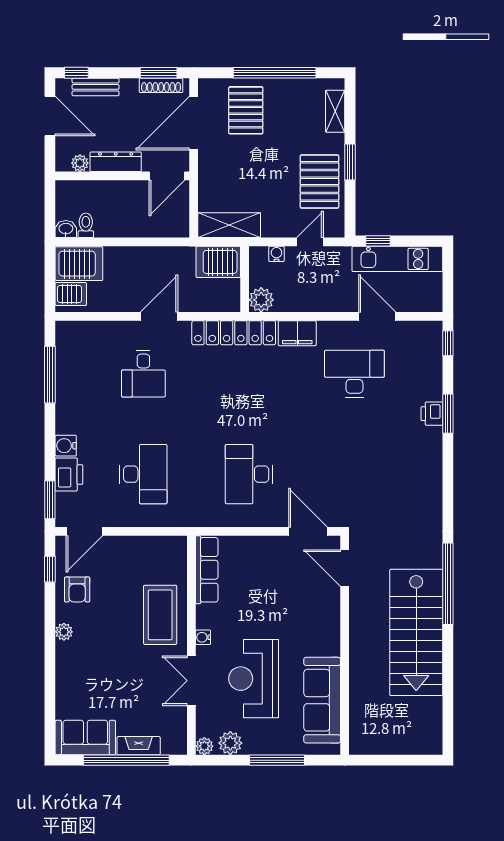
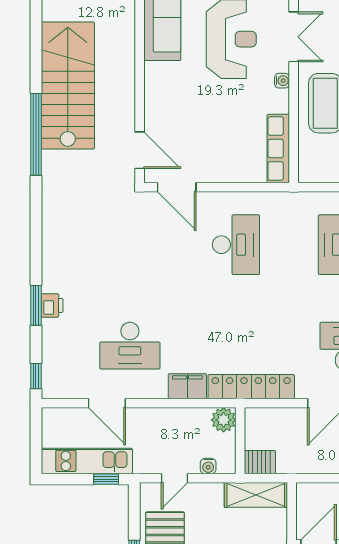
server rack: (218, 262) -> (260, 462), width x0.73, depth x0.70

